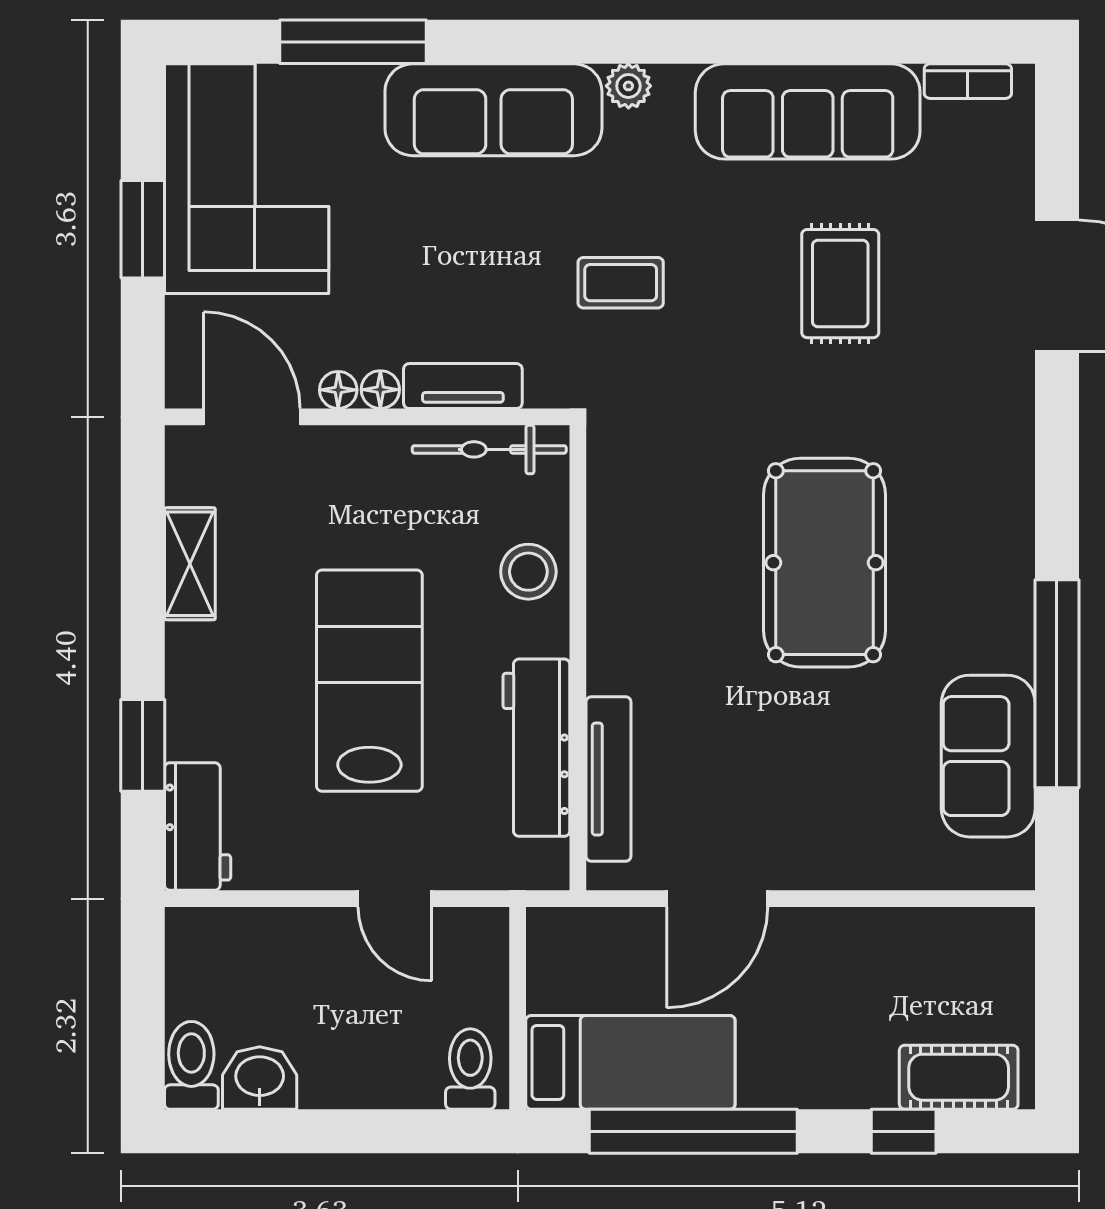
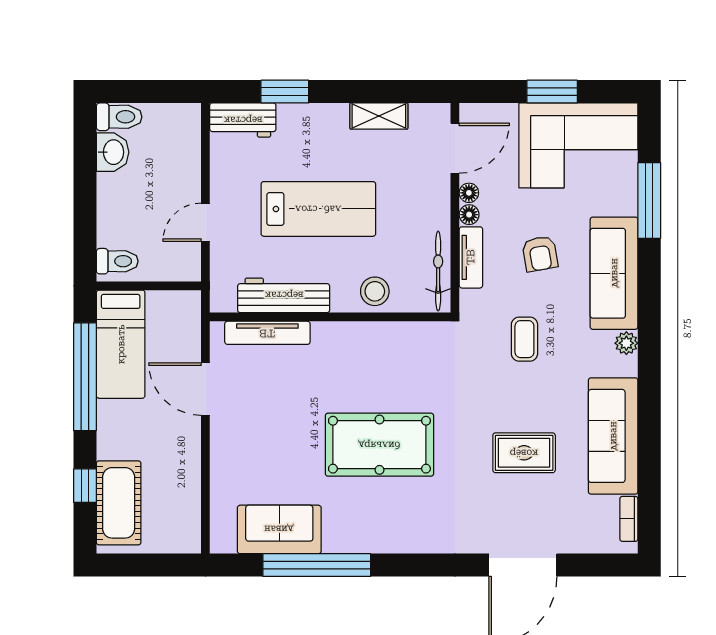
armchair: (456, 253) -> (540, 254), added
cot: (959, 1077) -> (119, 503), width x1.37, depth x1.34

